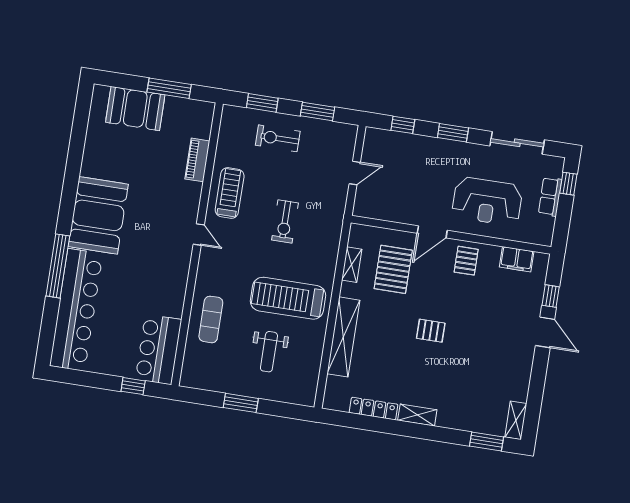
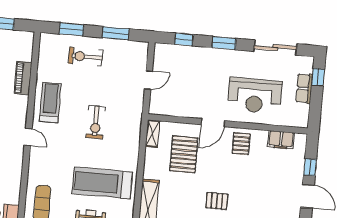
shelving: (352, 265) -> (152, 133), moved

